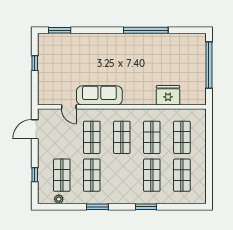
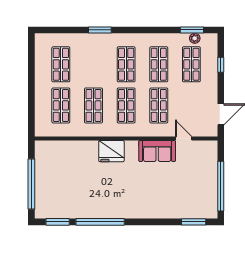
window: (185, 30) -> (58, 222), added
window: (35, 63) -> (221, 186), width x3.17
sofa: (99, 95) -> (157, 151), width x0.73
fridge: (168, 95) -> (111, 151), moved
shop shelf: (152, 175) -> (126, 64), moved
window: (97, 207) -> (192, 30), moved

